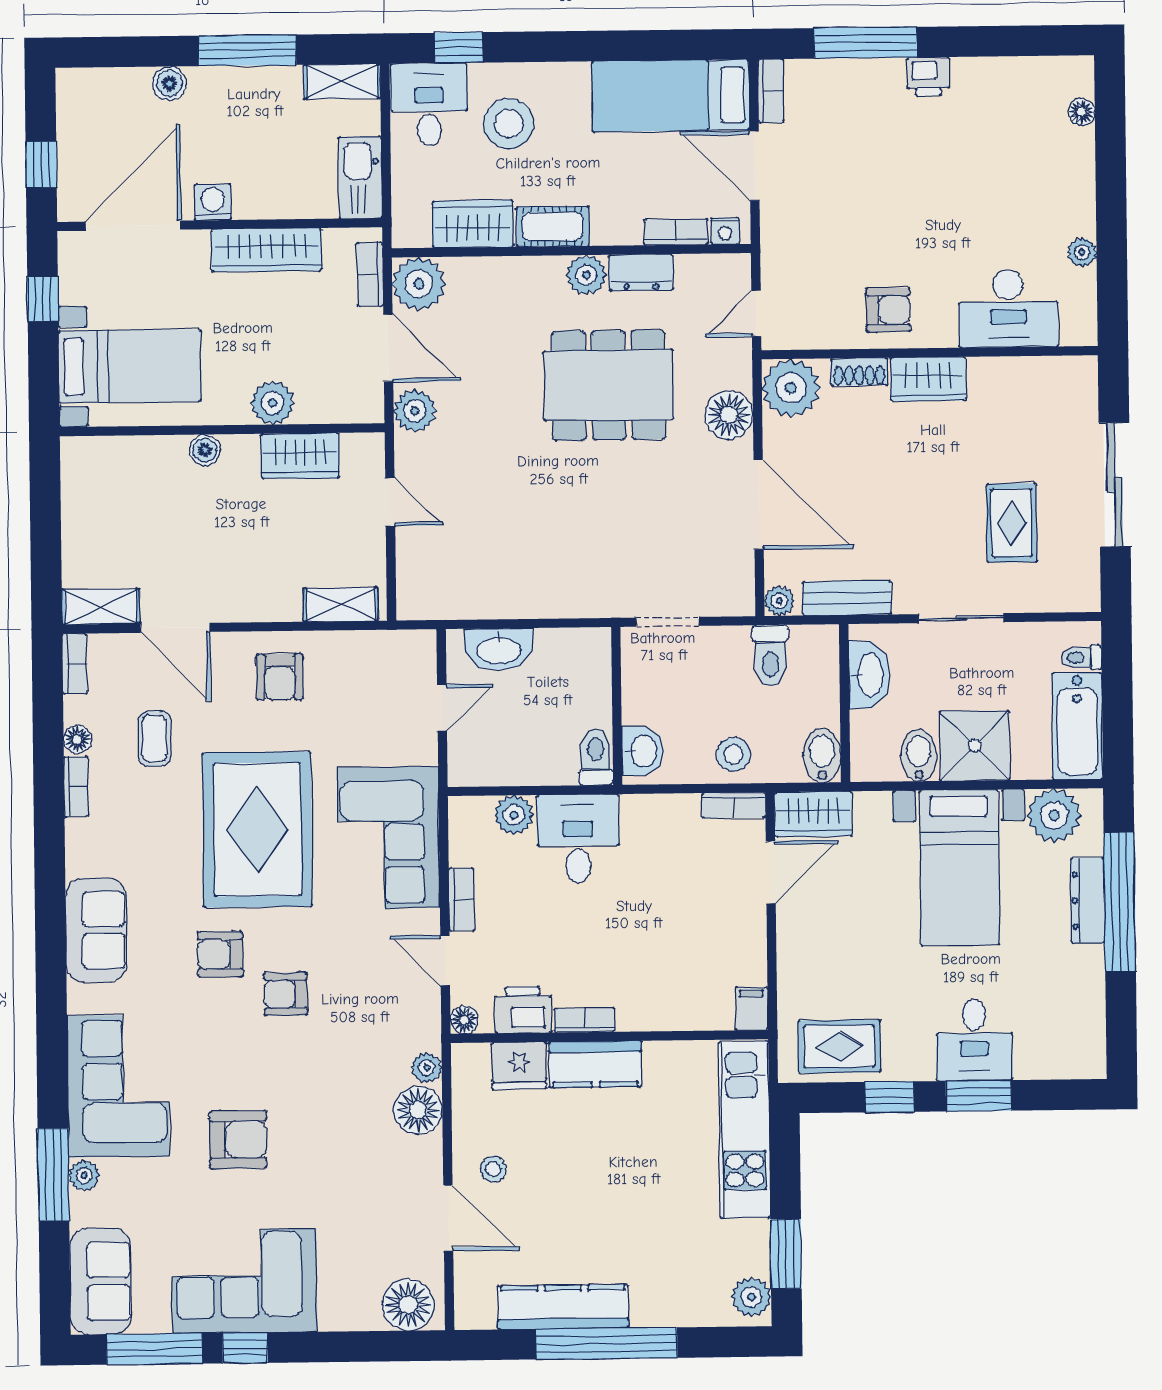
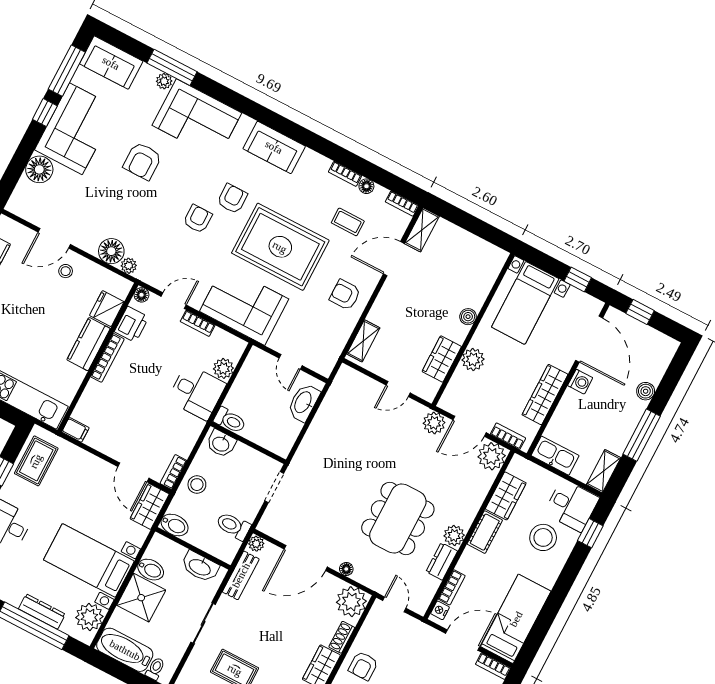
floor lamp: (729, 415) -> (346, 569), width x0.53, depth x0.53
bookcase: (584, 1020) -> (107, 358), width x1.56
floor lamp: (408, 1305) -> (39, 169), moved

